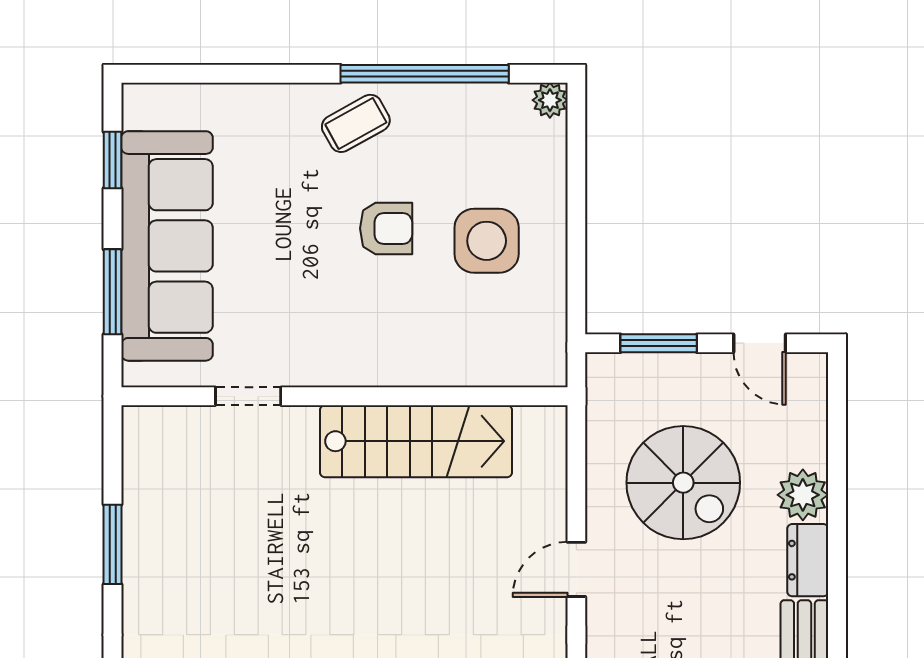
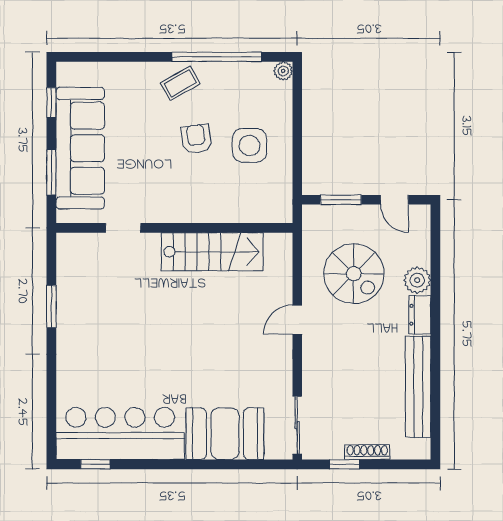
armchair: (386, 228) -> (196, 139), turned -98

